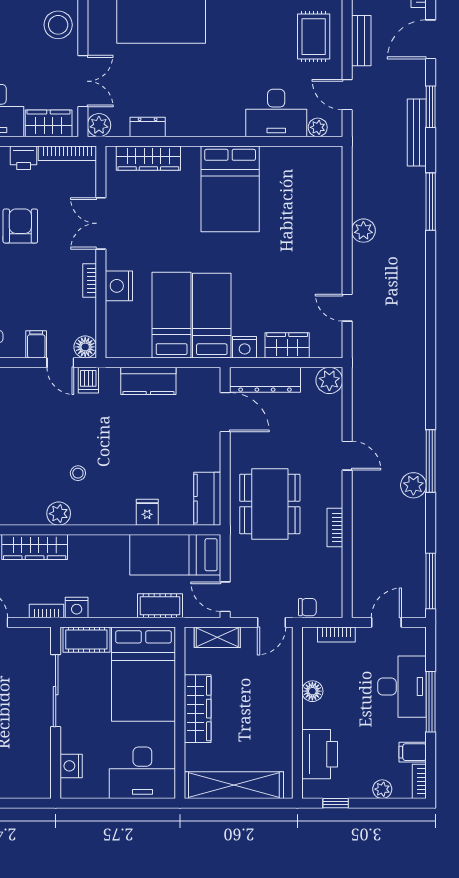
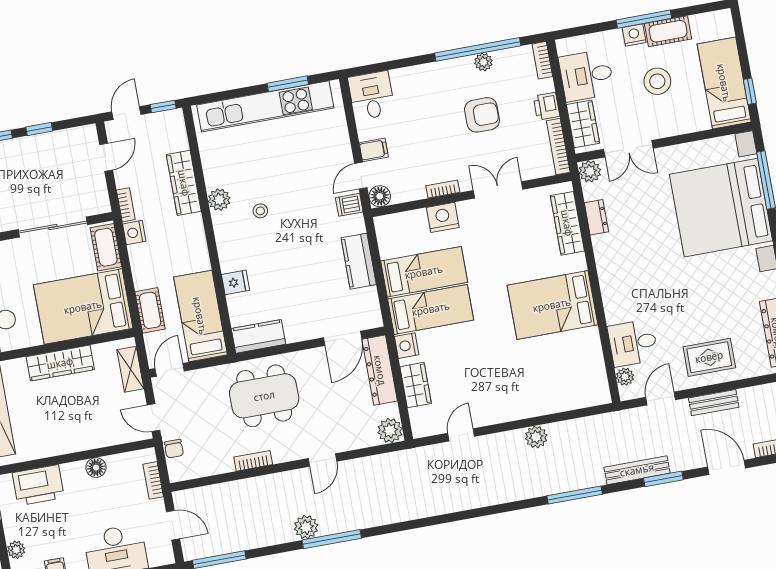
stool: (58, 25) -> (657, 81), moved
desk: (276, 113) -> (633, 343), width x0.73

